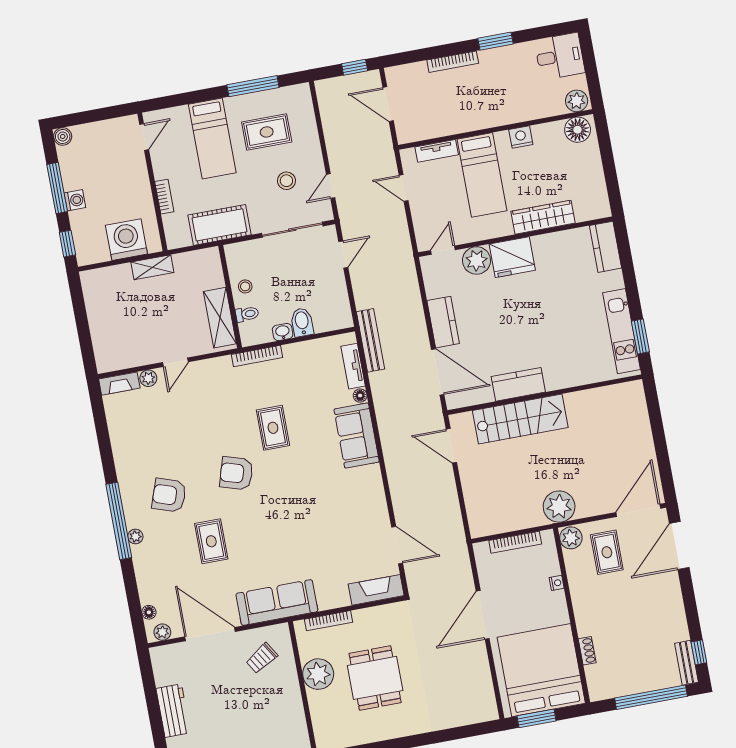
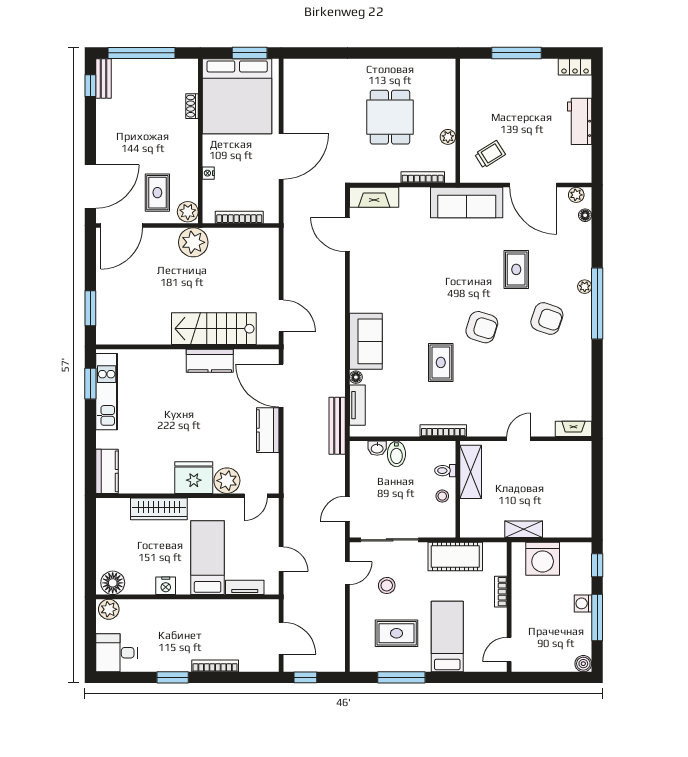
washbasin: (283, 332) -> (377, 448), moved
plant: (148, 378) -> (546, 429), removed
window: (655, 416) -> (90, 308), added
plant: (318, 674) -> (448, 137), width x0.53, depth x0.53

